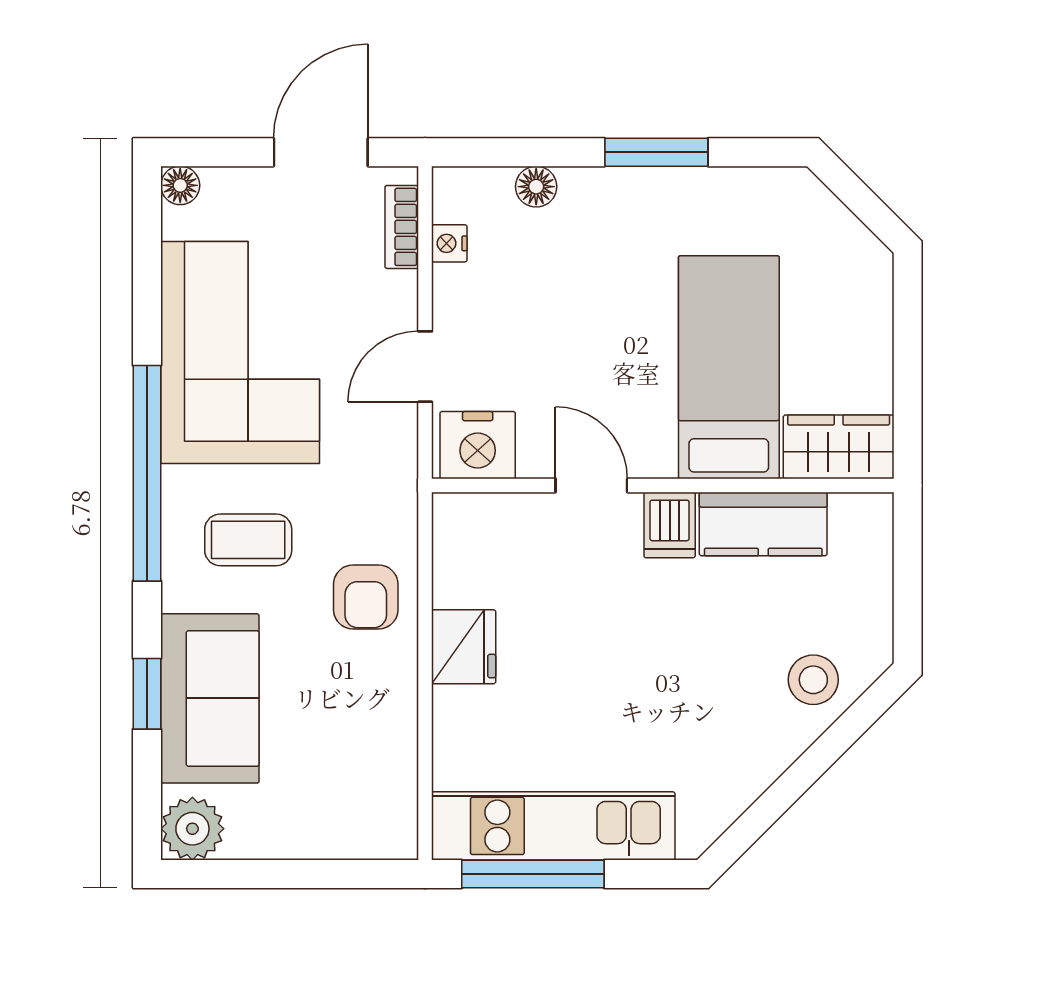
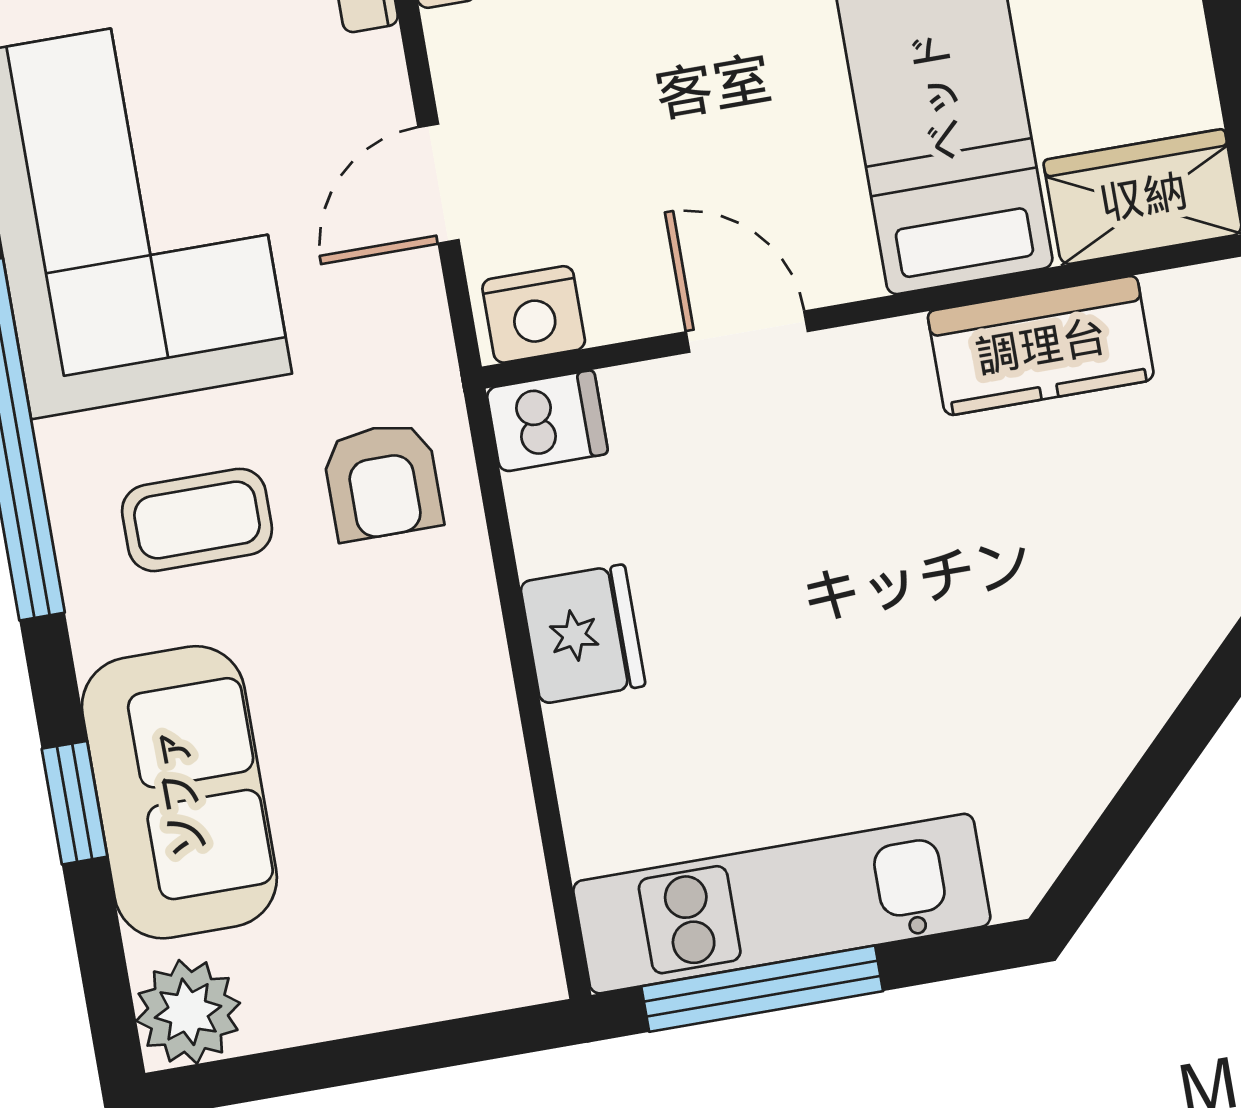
nightstand: (478, 445) -> (534, 314), width x0.74, depth x0.75
dishwasher: (670, 525) -> (547, 421), moved, turned -90
armchair: (366, 597) -> (382, 481), moved
stool: (813, 680) -> (1168, 588), removed

